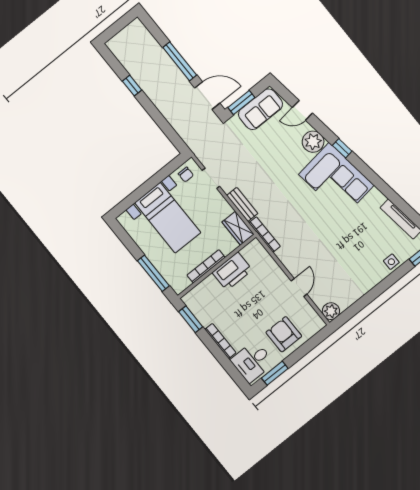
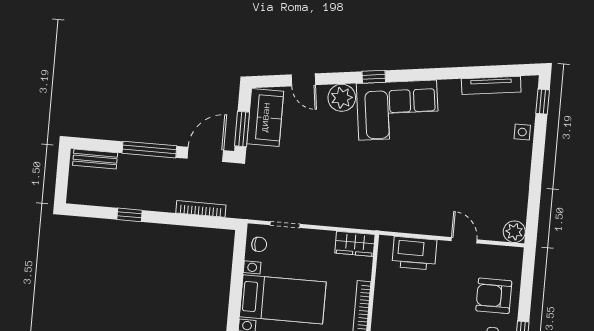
door: (302, 110) -> (303, 80), hinge flipped
bench: (242, 204) -> (95, 159), moved
bookcase: (265, 235) -> (201, 209), moved
printer: (232, 271) -> (414, 253), moved, turned 90

